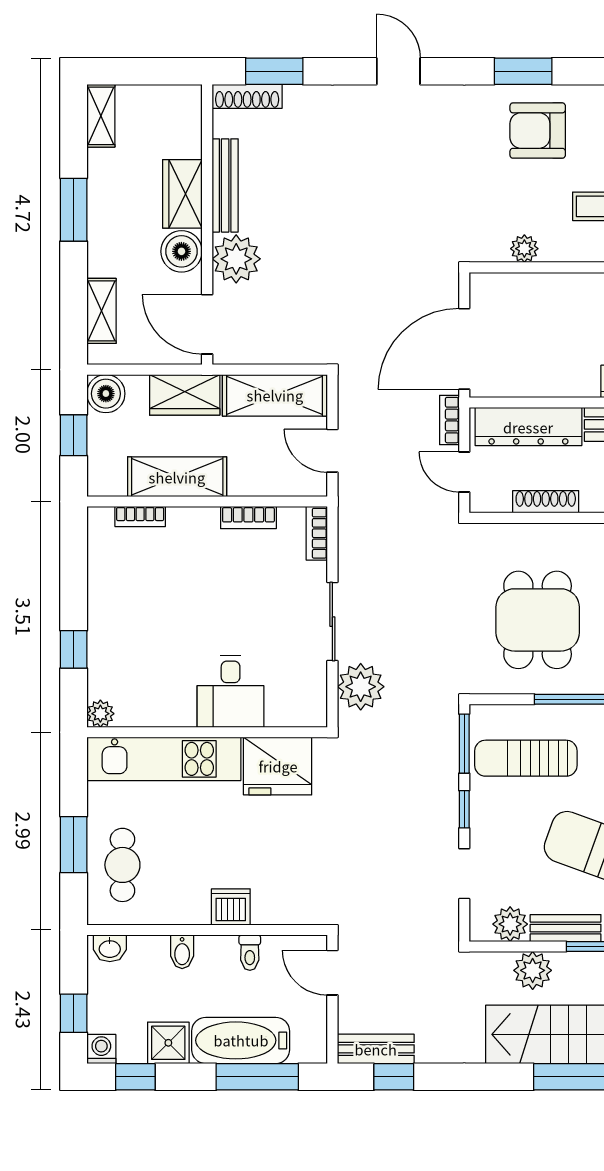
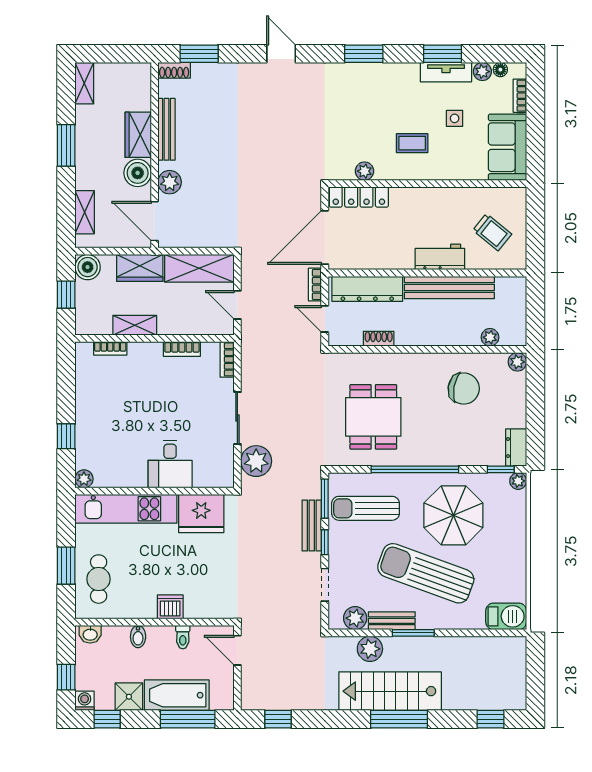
shoe rack: (247, 96) -> (174, 70), width x0.70
armchair: (538, 131) -> (373, 93), removed
plant: (236, 259) -> (170, 182), width x0.73, depth x0.73
locker: (516, 288) -> (359, 197), added
shelving: (177, 477) -> (135, 325), width x0.67, depth x0.75
shoe rack: (546, 502) -> (379, 339), width x0.70
bench: (376, 1049) -> (312, 526), moved, turned 90

